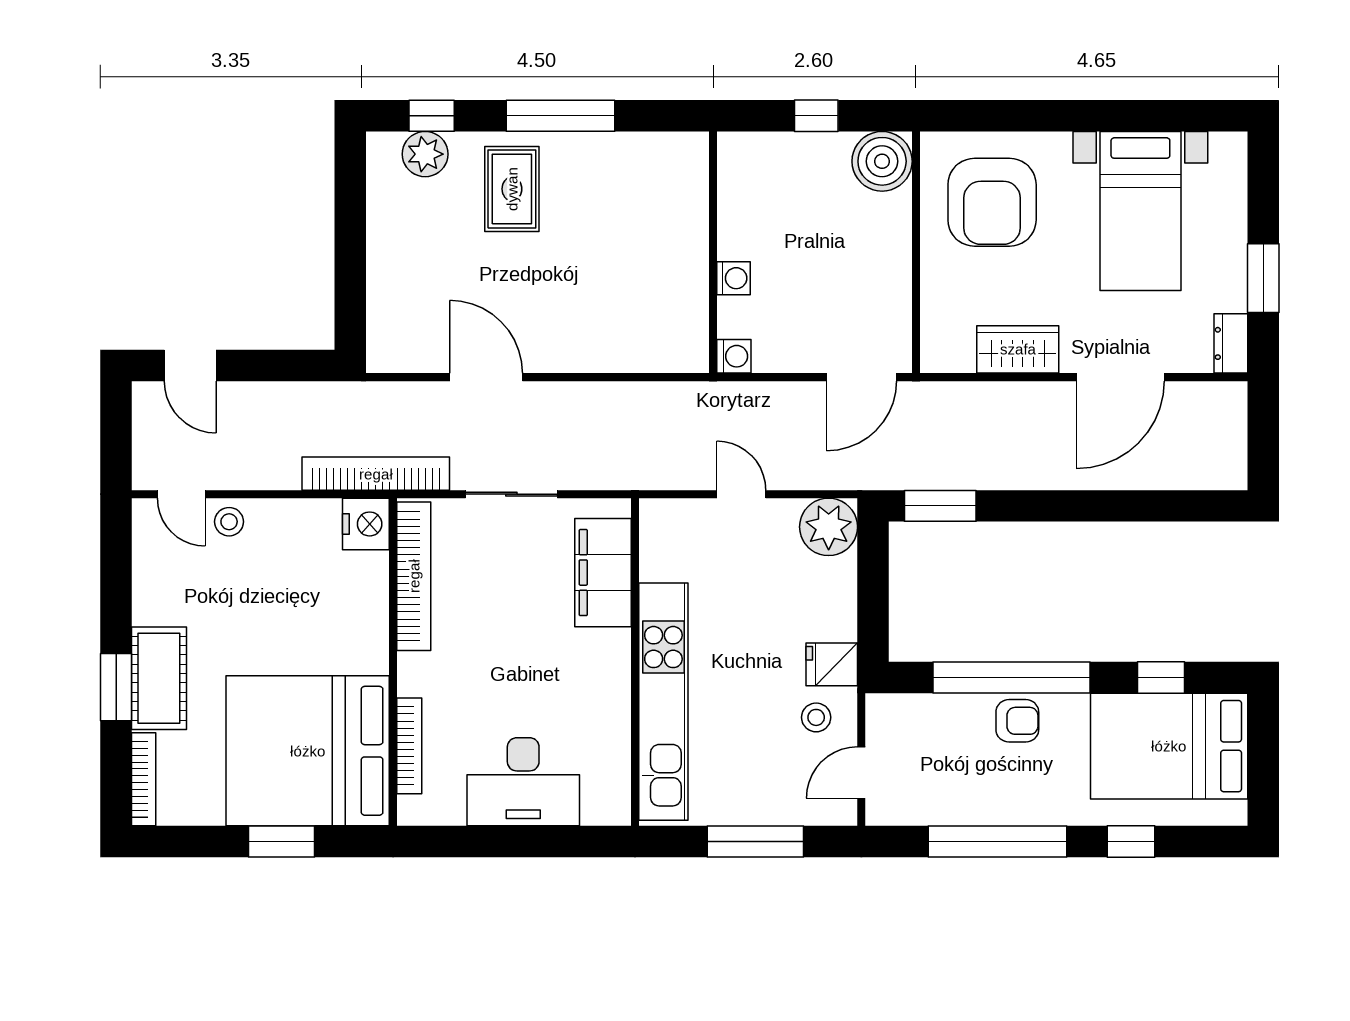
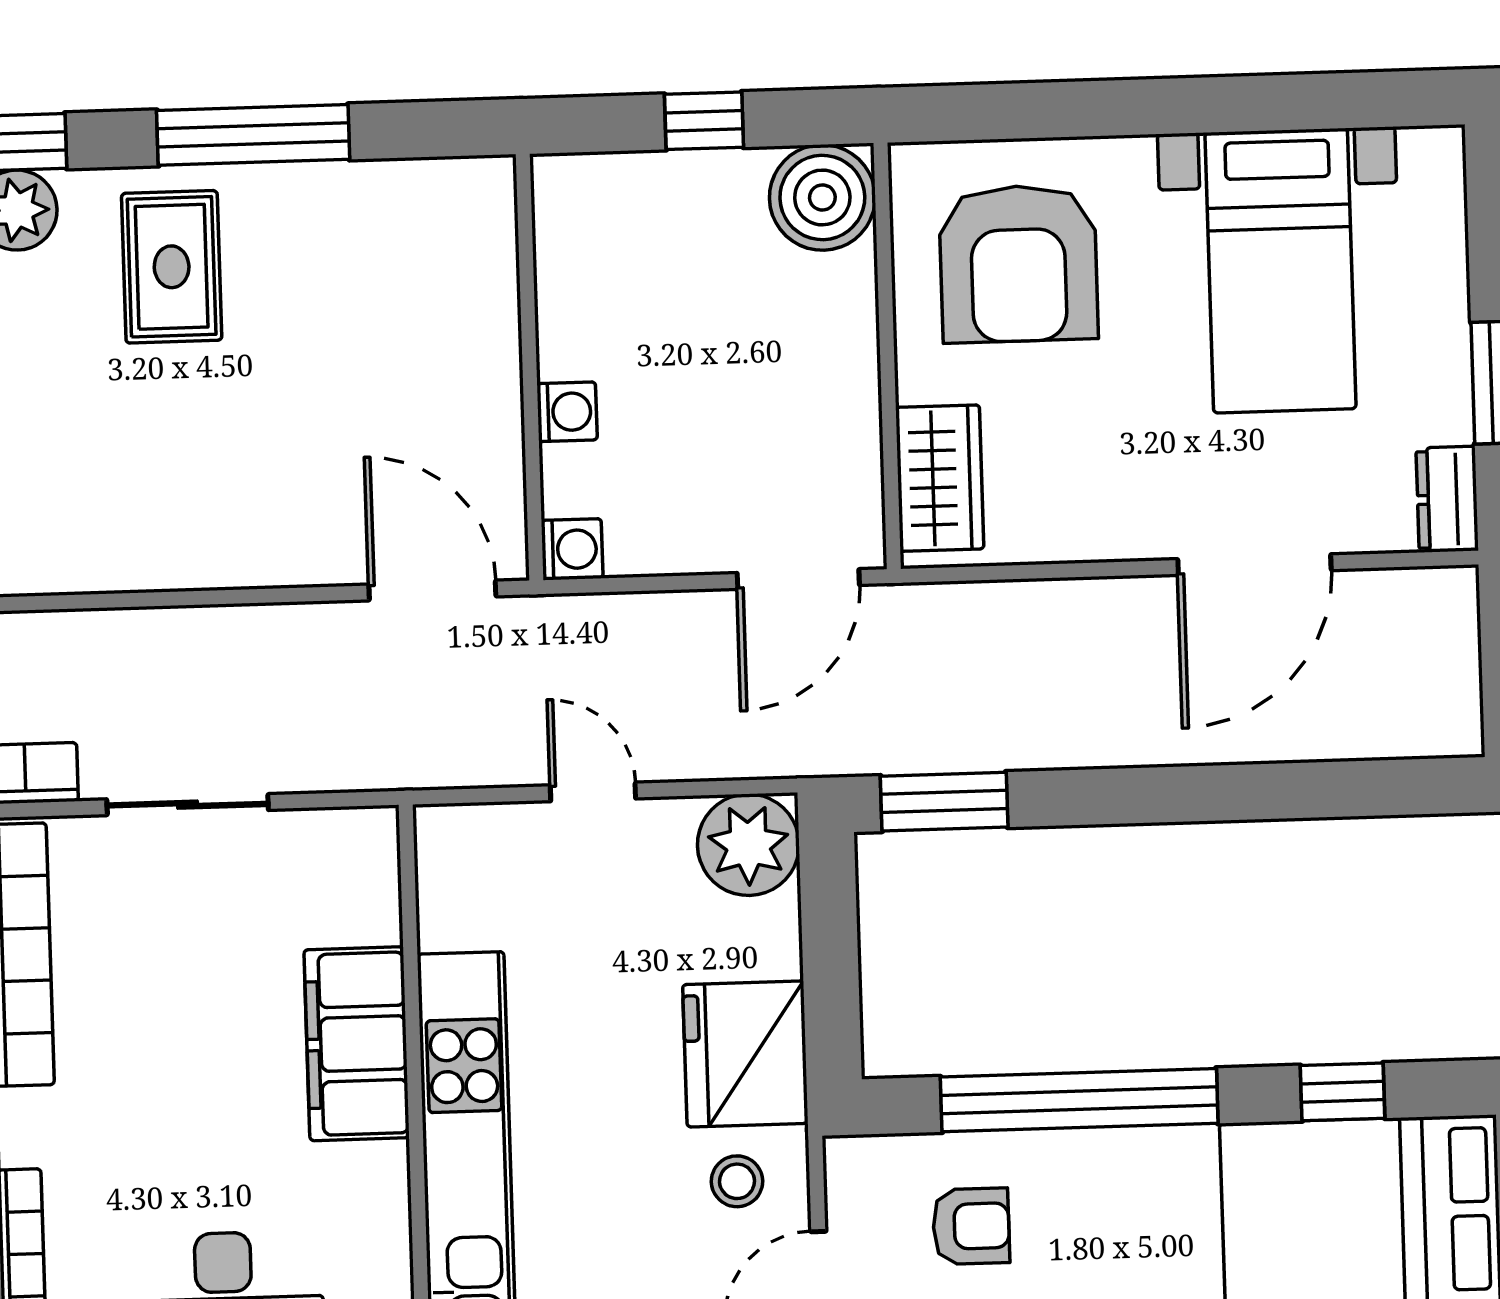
wardrobe: (1018, 349) -> (940, 478), moved, turned 90
door: (486, 377) -> (432, 590), moved
filing cabinet: (603, 573) -> (357, 1044), moved
fridge: (832, 664) -> (745, 1054), width x1.88, depth x1.34
armchair: (1017, 721) -> (971, 1226), moved

